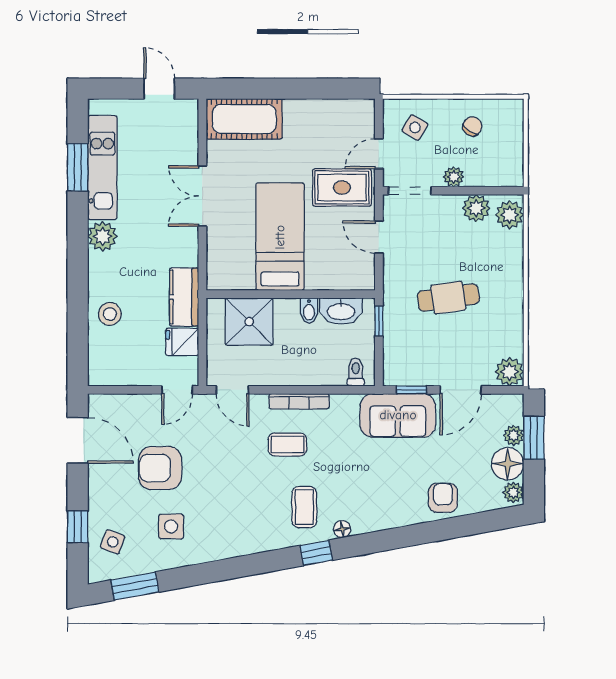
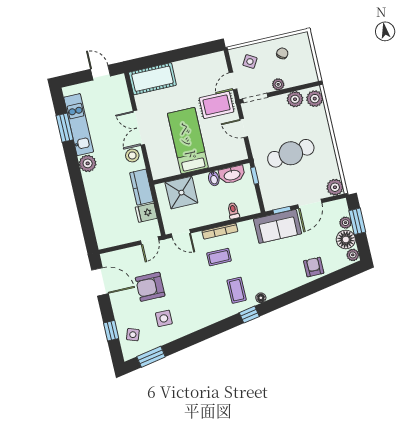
cafe table: (448, 298) -> (291, 153), width x1.37, depth x1.35
stool: (110, 314) -> (132, 155), moved
toilet: (356, 372) -> (233, 211), moved

